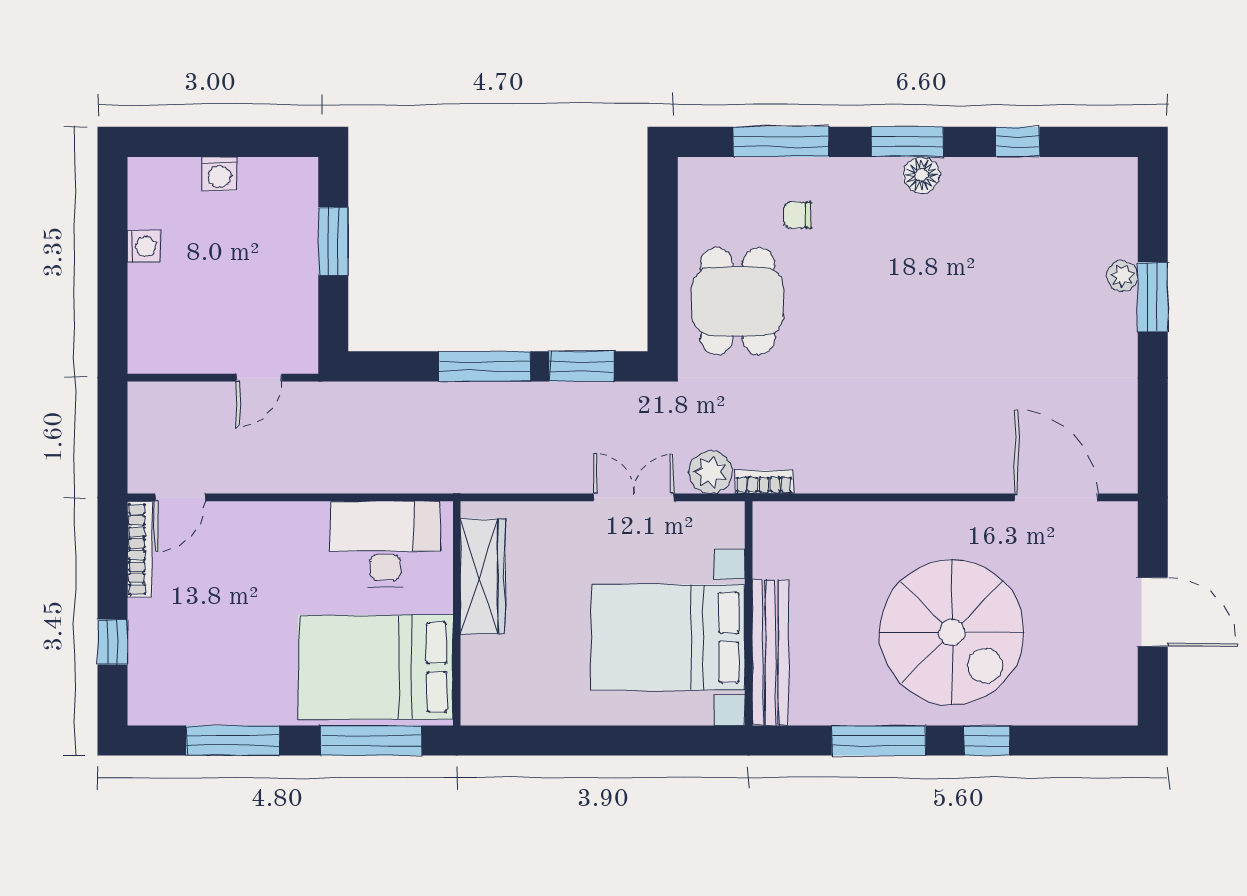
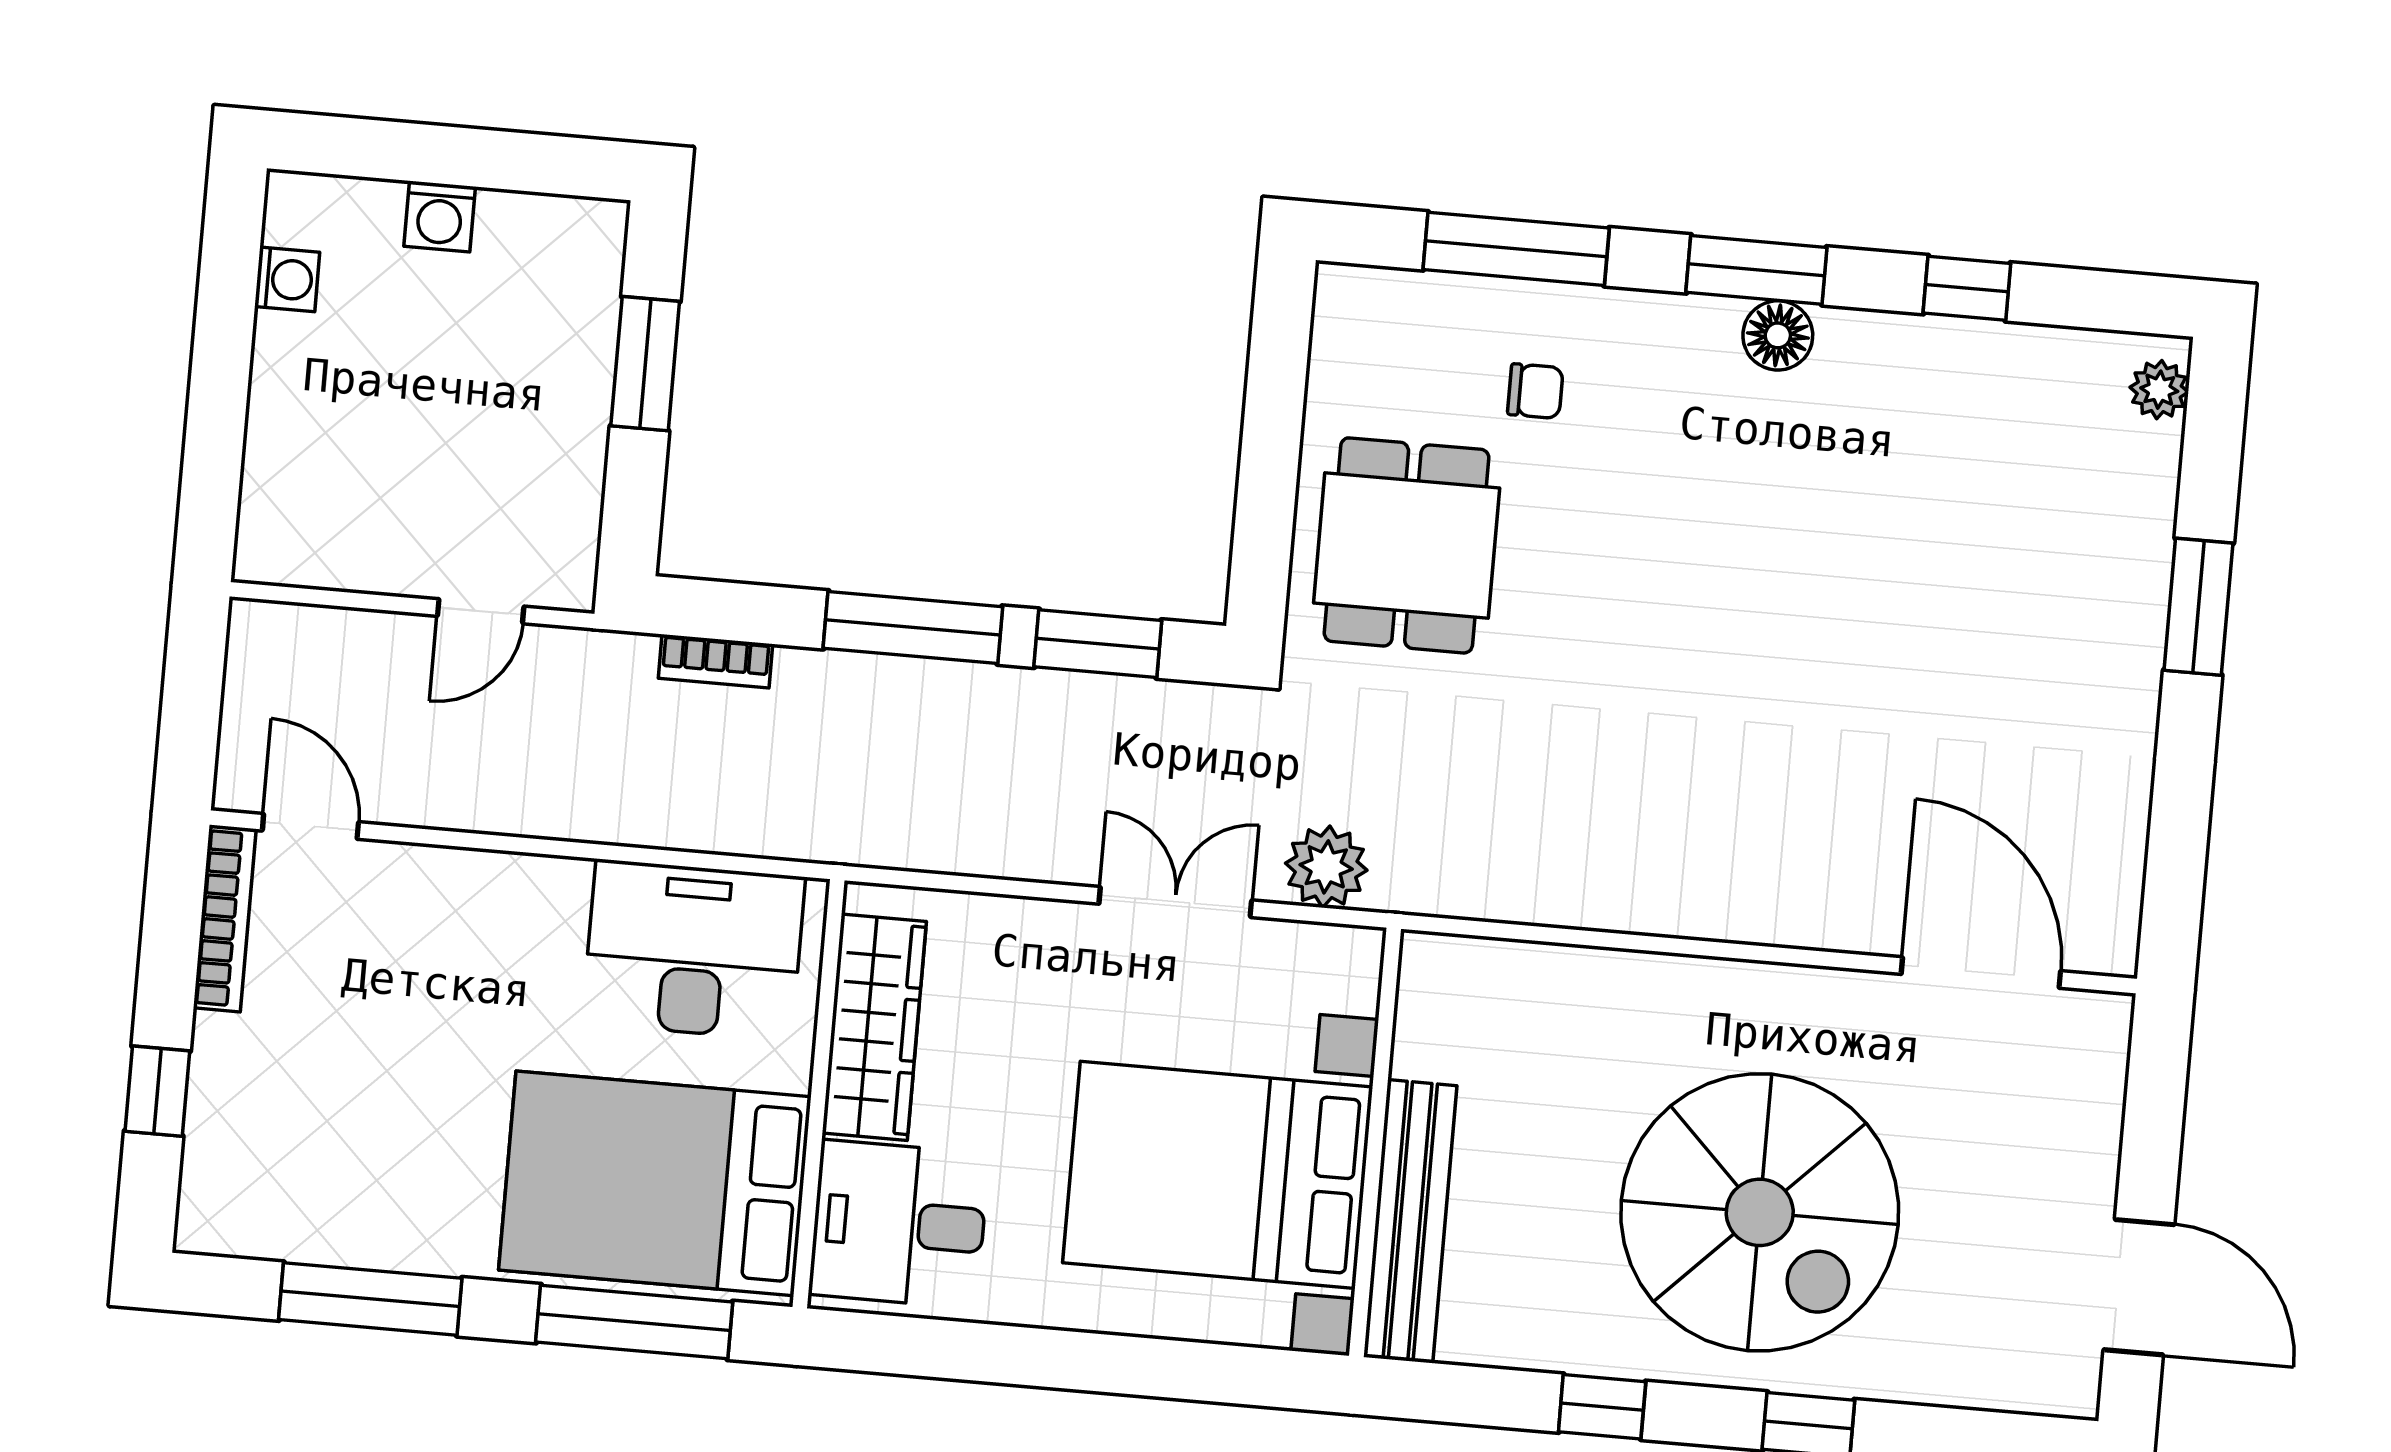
chair: (798, 215) -> (1535, 391), turned 180
washing machine: (143, 247) -> (287, 279), moved
plant: (1122, 276) -> (2159, 390), moved
bookcase: (764, 482) -> (716, 661), moved, turned 180
door: (180, 497) -> (310, 826), swing flipped
door: (1153, 612) -> (2139, 1287), moved
desk: (504, 677) -> (899, 1224), added
window: (879, 741) -> (1602, 1407), width x0.46

